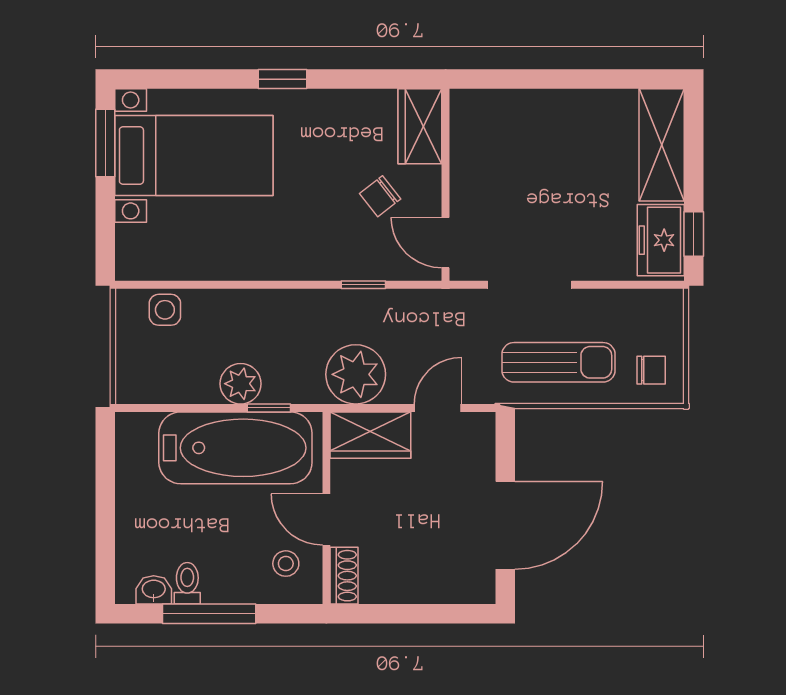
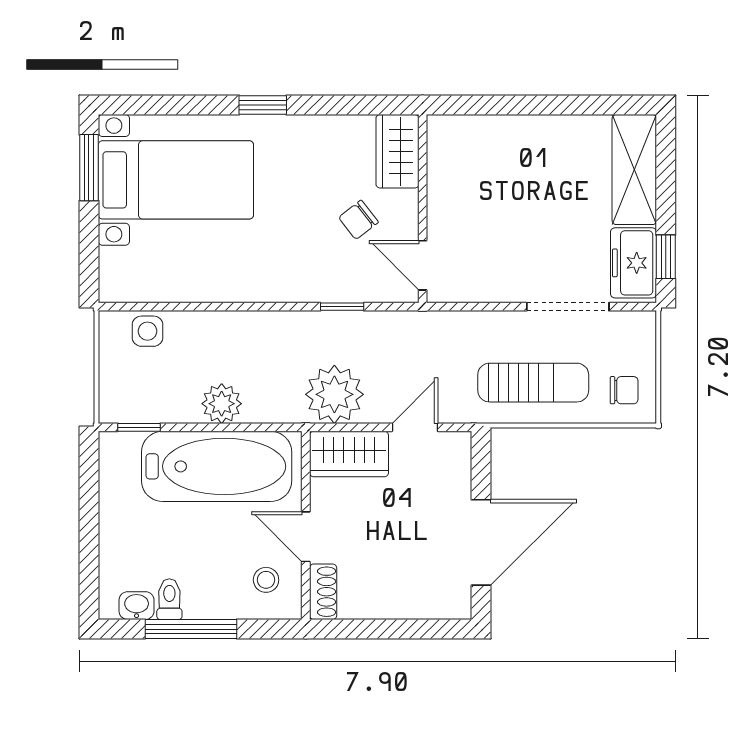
doorway: (530, 285) -> (568, 307), moved
window: (269, 408) -> (139, 427), moved

